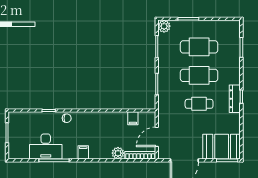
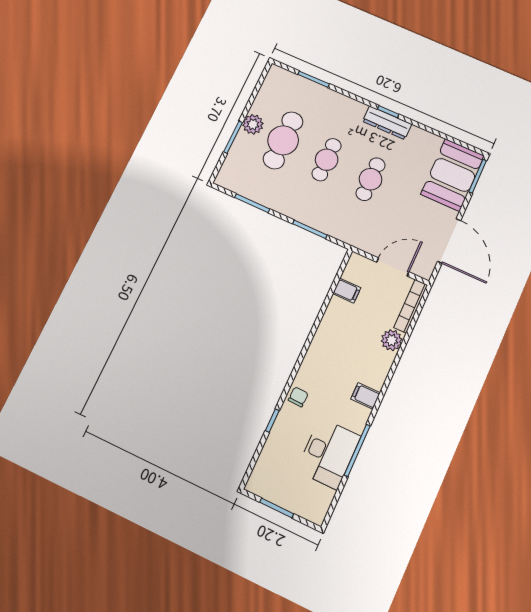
plant: (164, 26) -> (253, 124), moved
cafe table: (199, 75) -> (327, 160), width x0.73, depth x0.74
door: (157, 137) -> (393, 267), swing flipped

